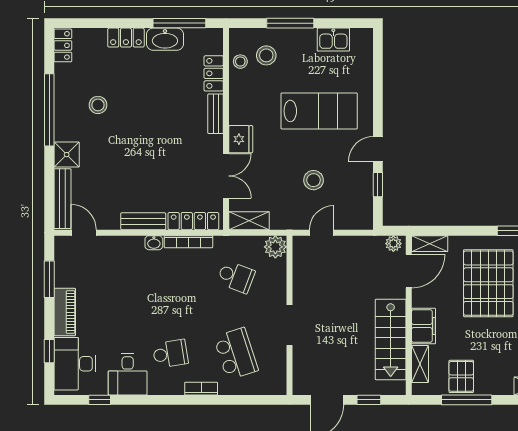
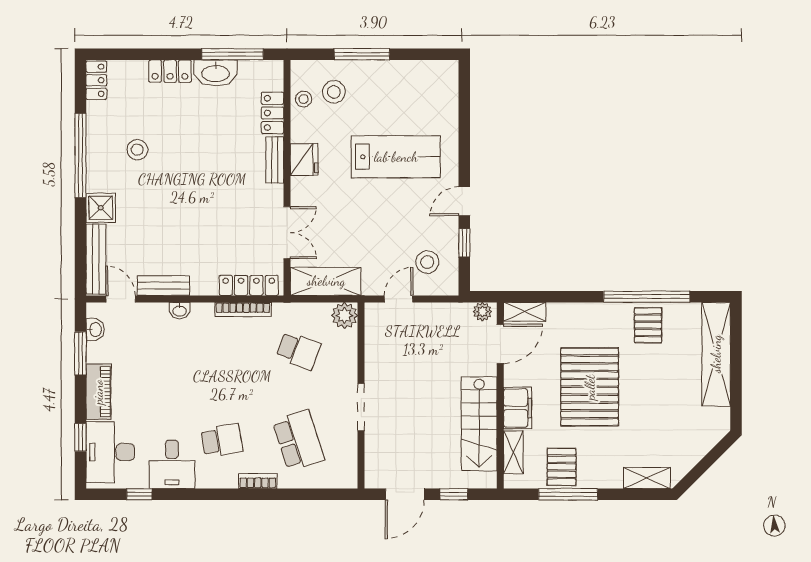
kitchen sink: (333, 40) -> (412, 73), removed
fridge: (241, 139) -> (304, 160), moved
stool: (314, 180) -> (427, 262), moved
bench: (143, 221) -> (163, 286), moved
shelving: (249, 221) -> (326, 281), width x1.50, depth x1.33
washbasin: (154, 243) -> (180, 311), moved
washbasin: (62, 259) -> (95, 329), added
pallet: (488, 283) -> (590, 387), moved

